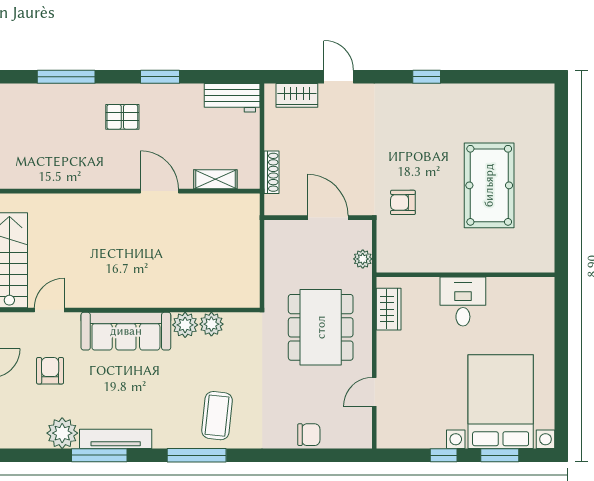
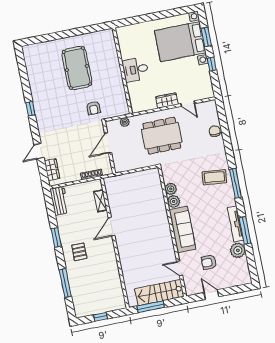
pool table: (489, 185) -> (77, 68), turned 90
wardrobe: (389, 309) -> (167, 101), moved

